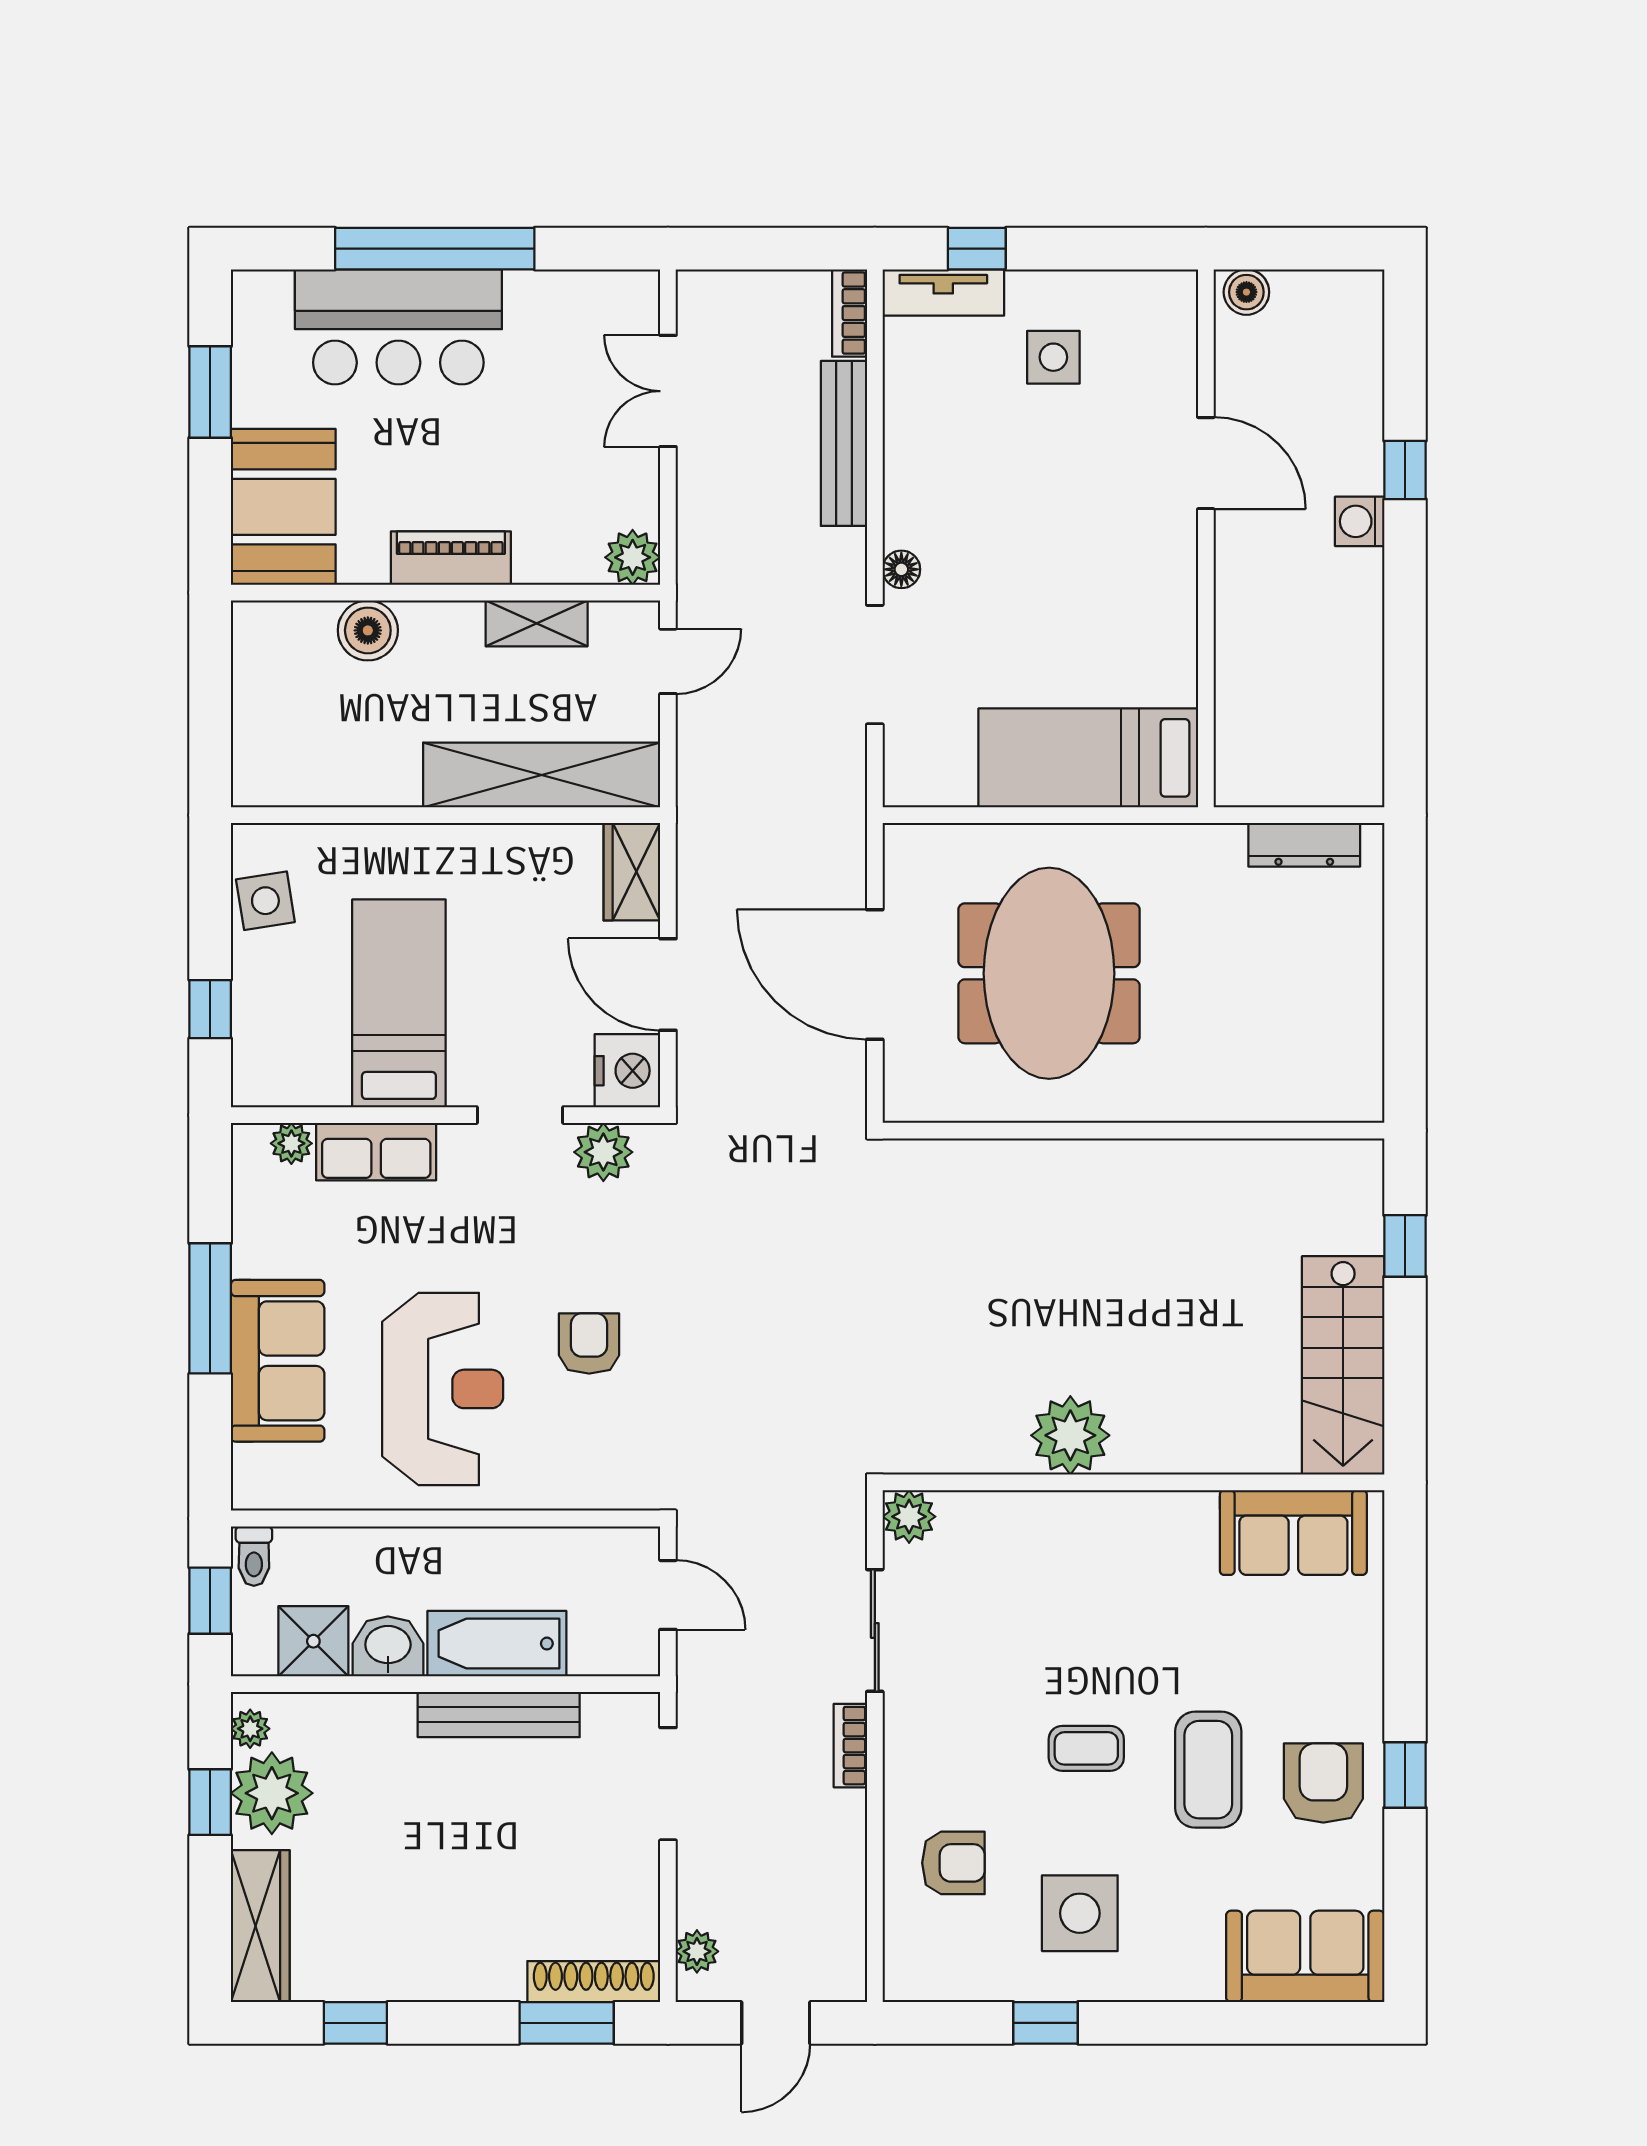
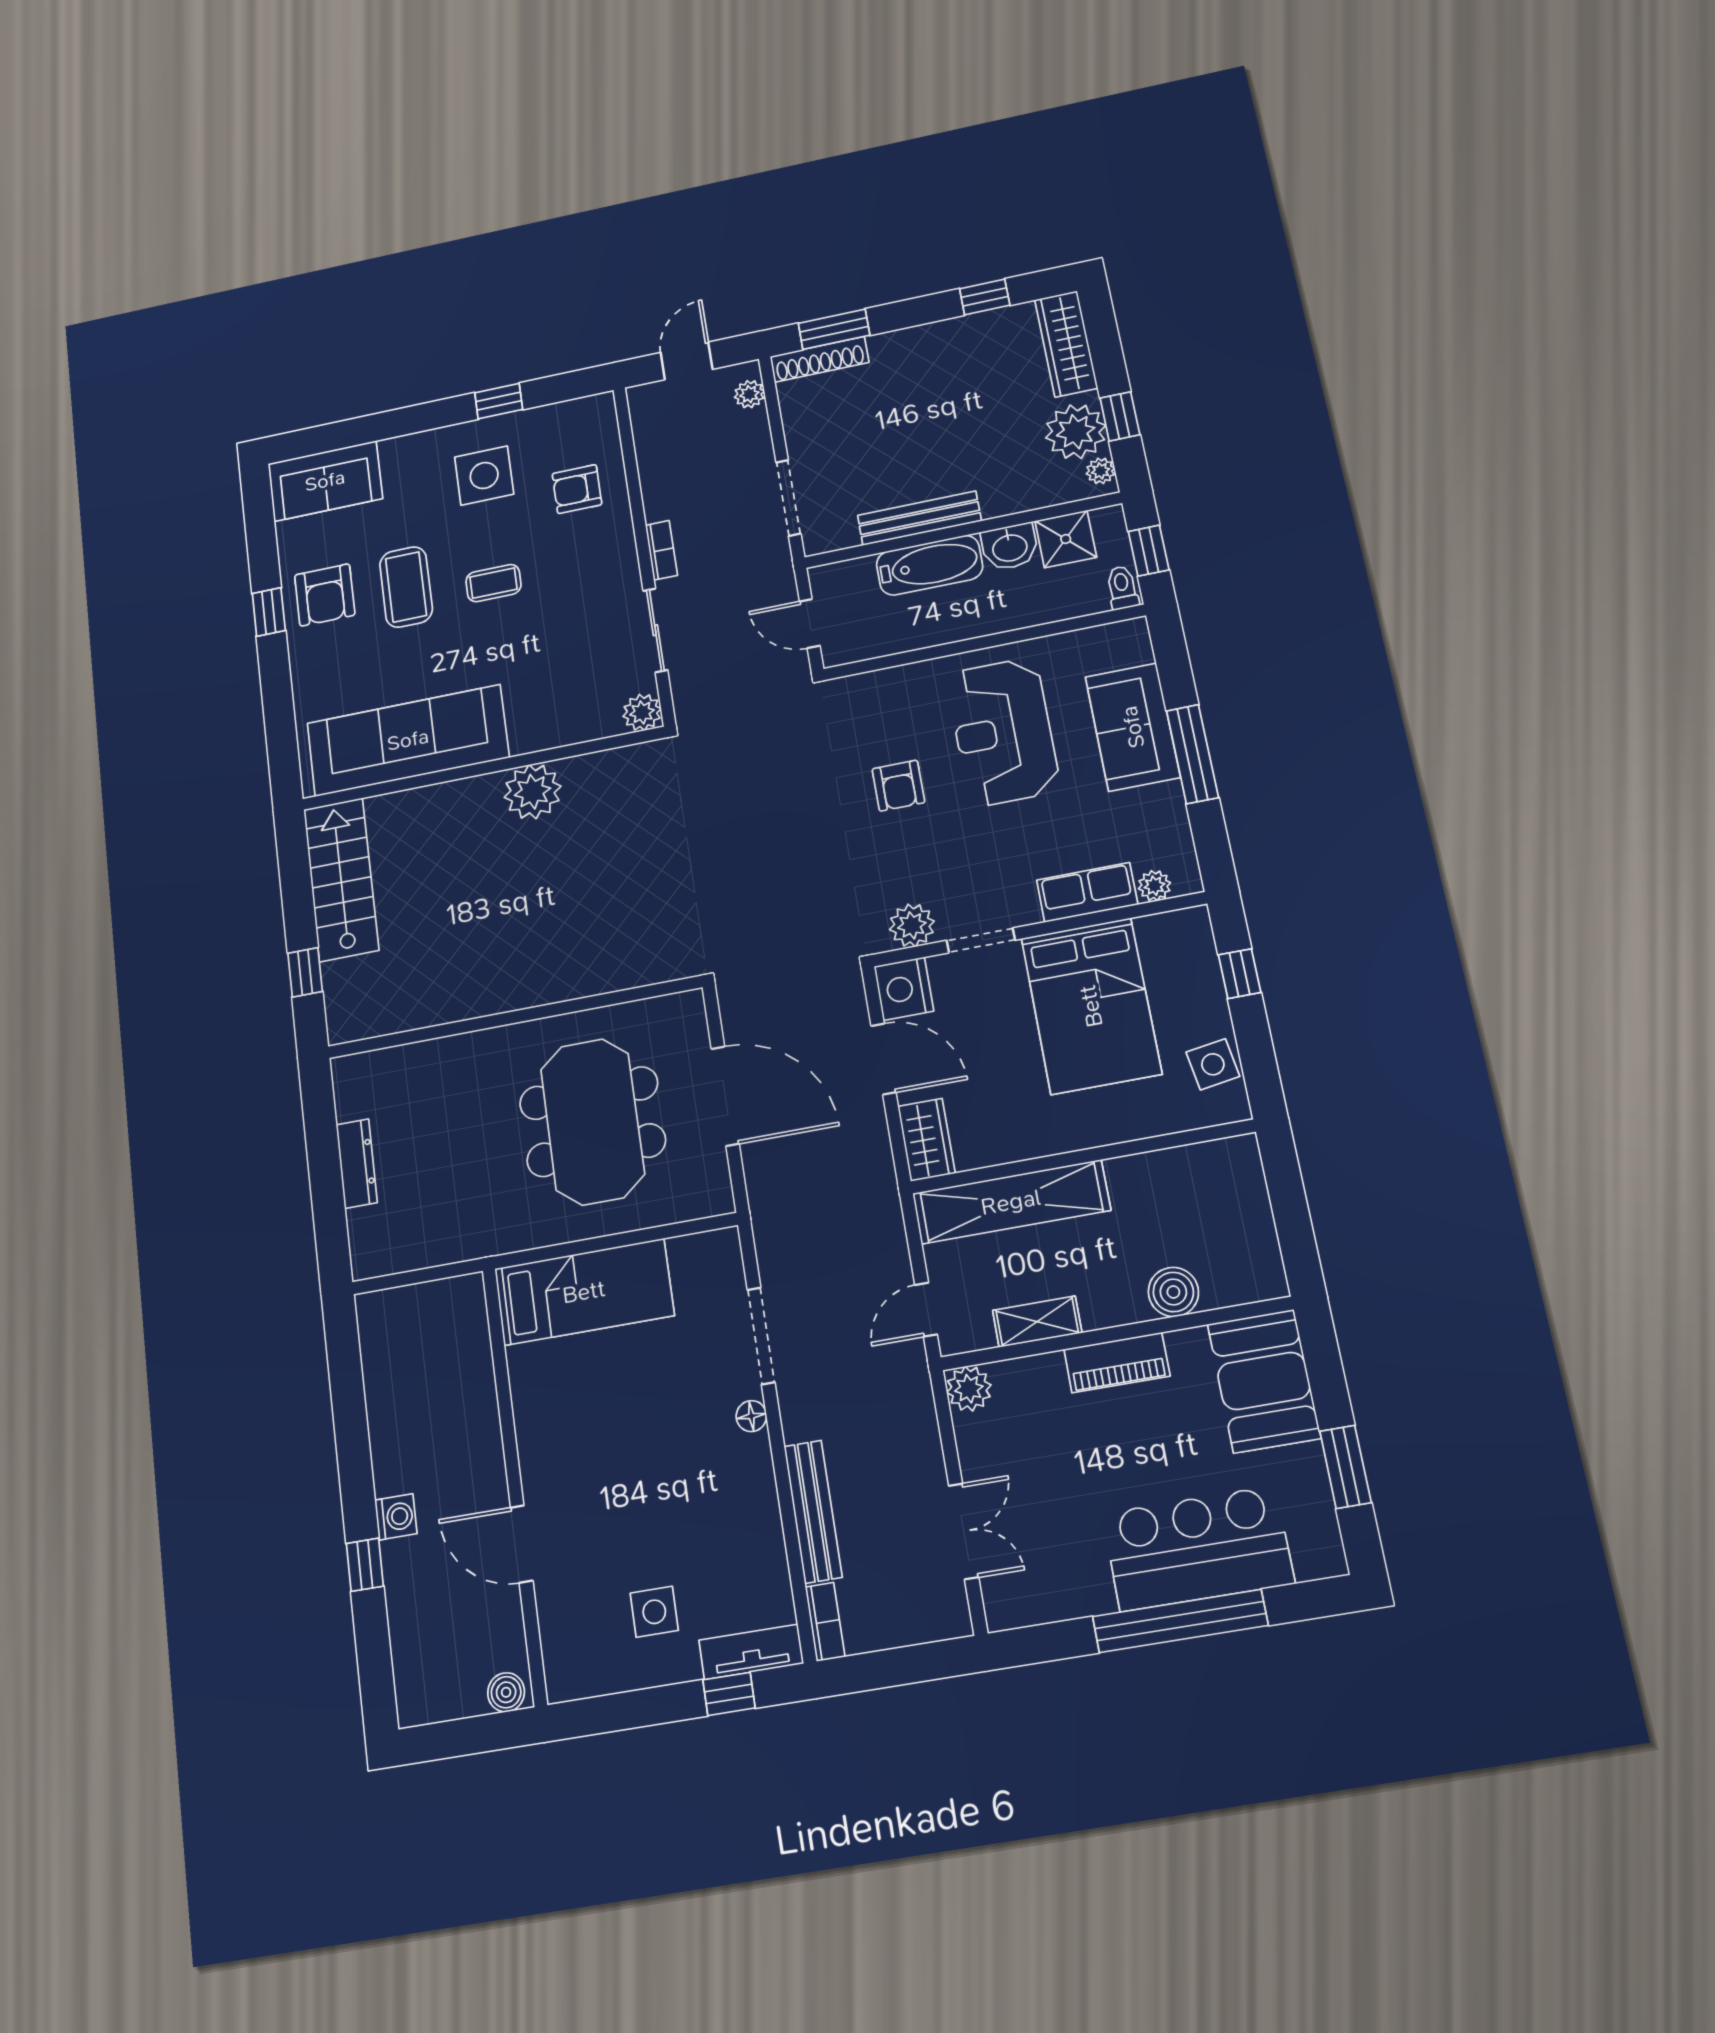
dresser: (1304, 845) -> (357, 1164), moved, turned 90
bed: (399, 1003) -> (1091, 1006), width x1.50
sofa: (1293, 1533) -> (408, 740), width x1.85, depth x1.27

